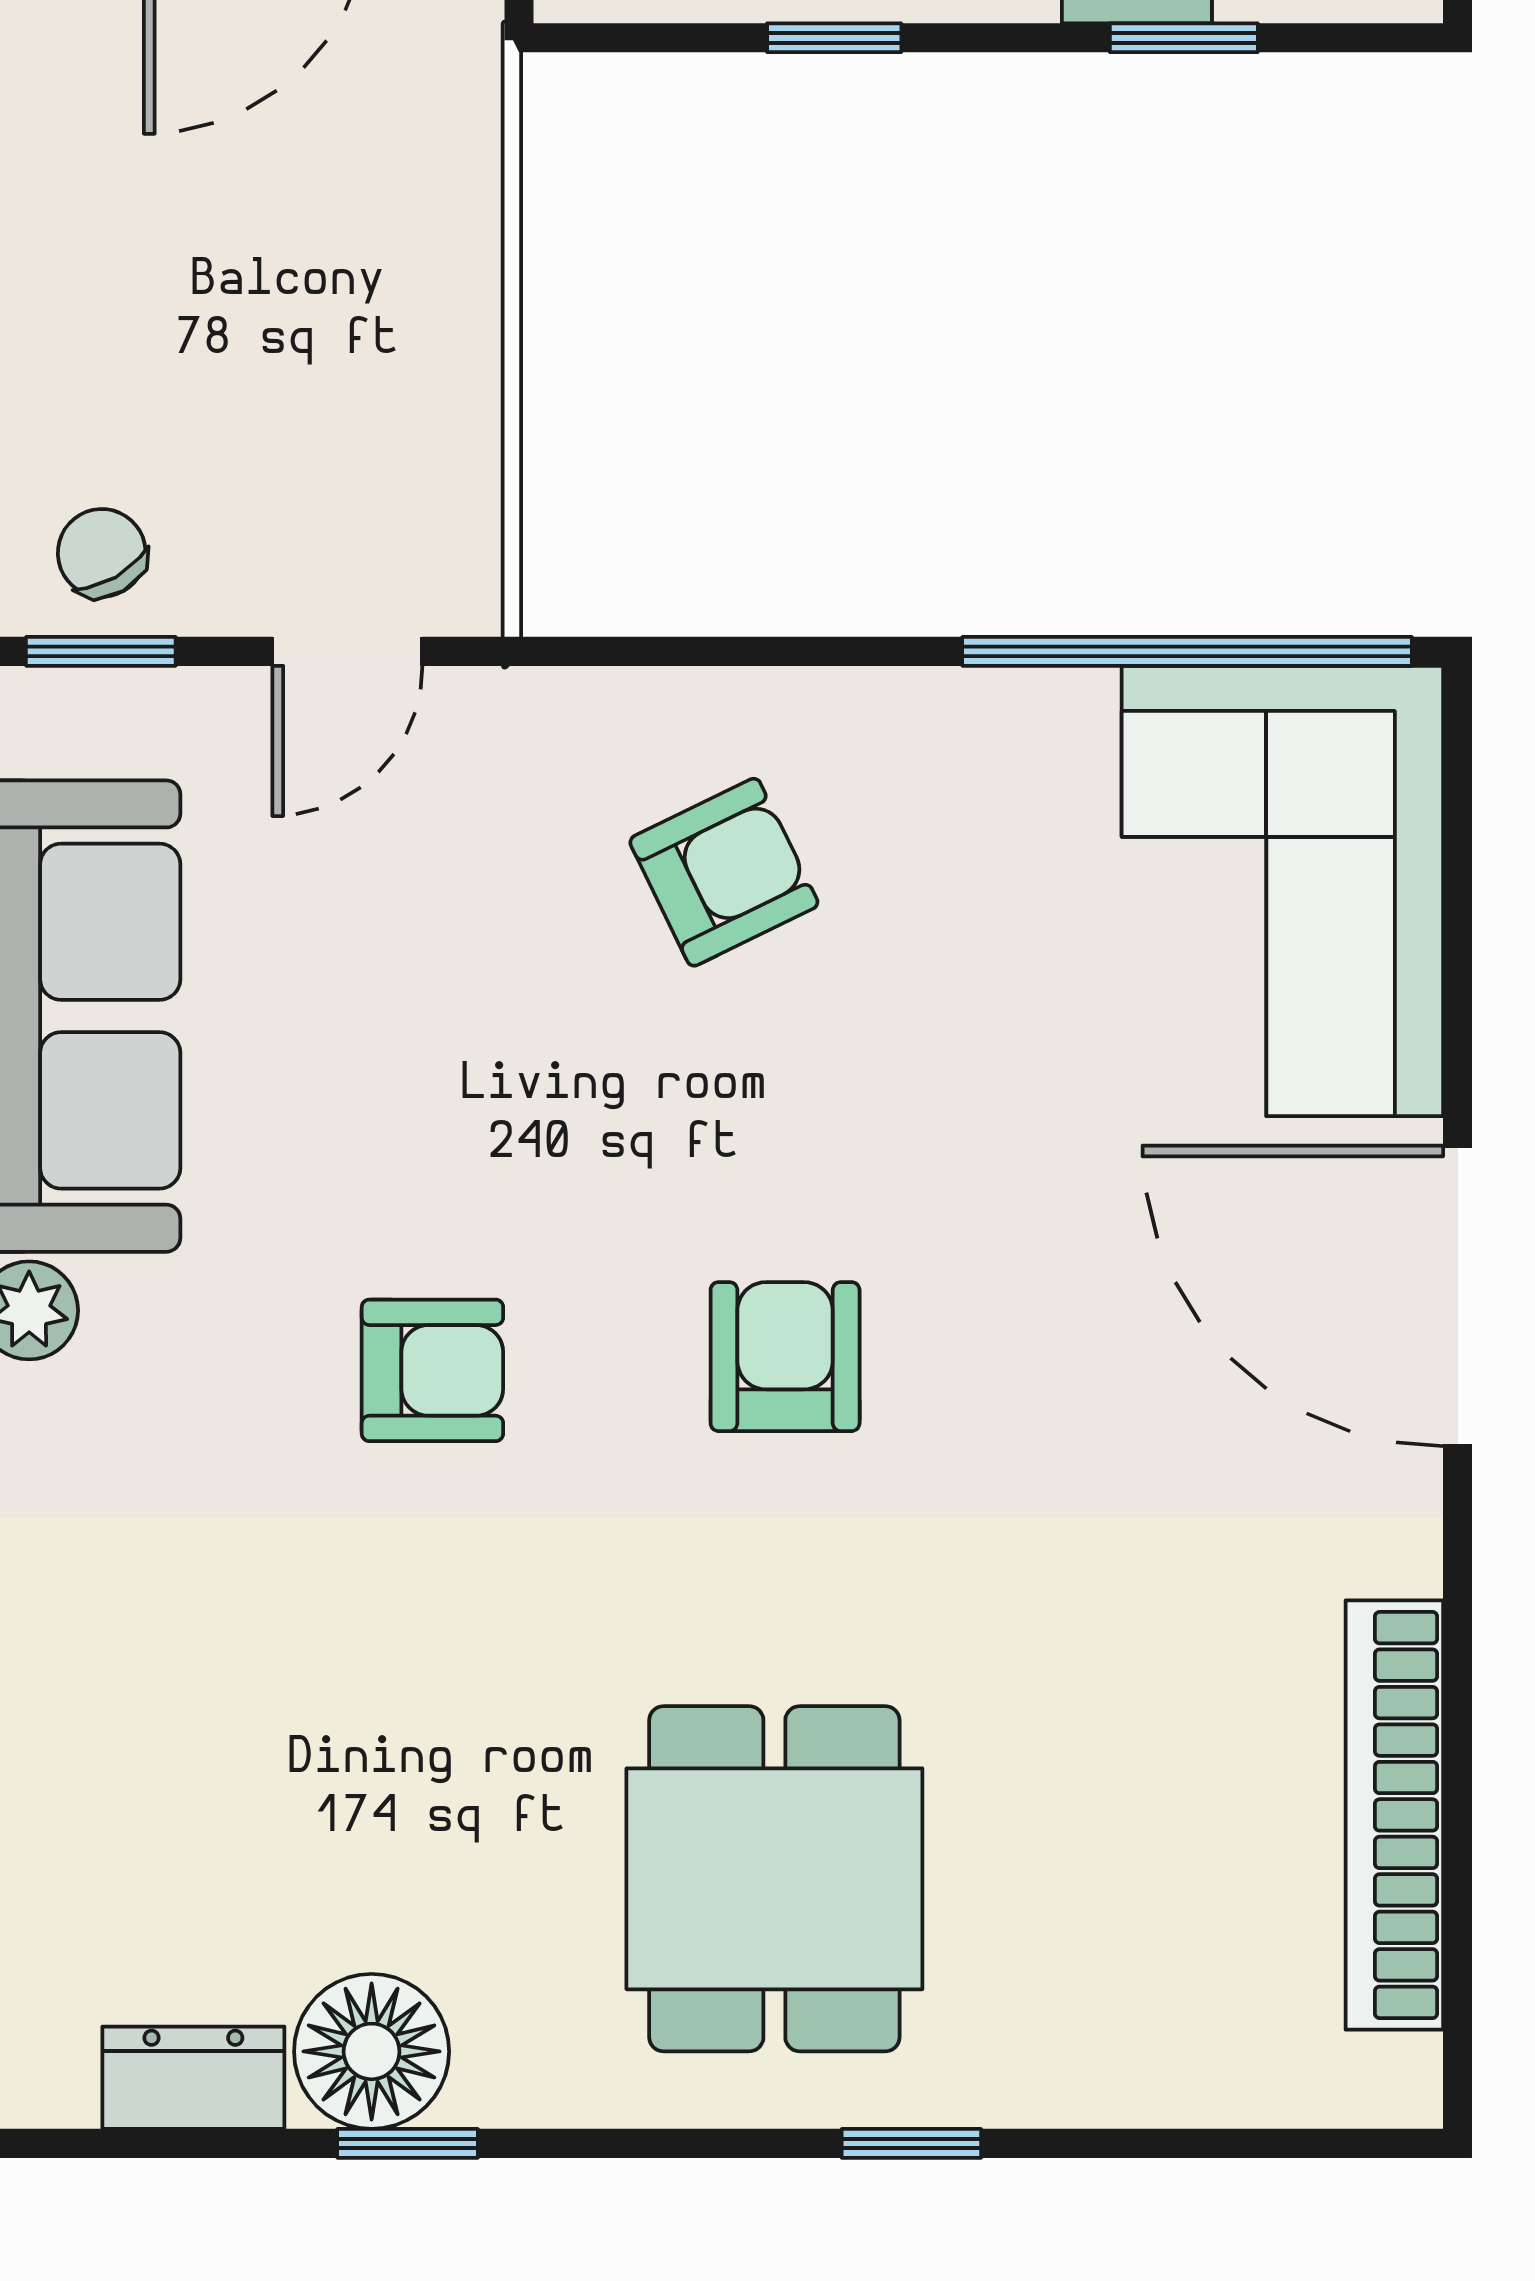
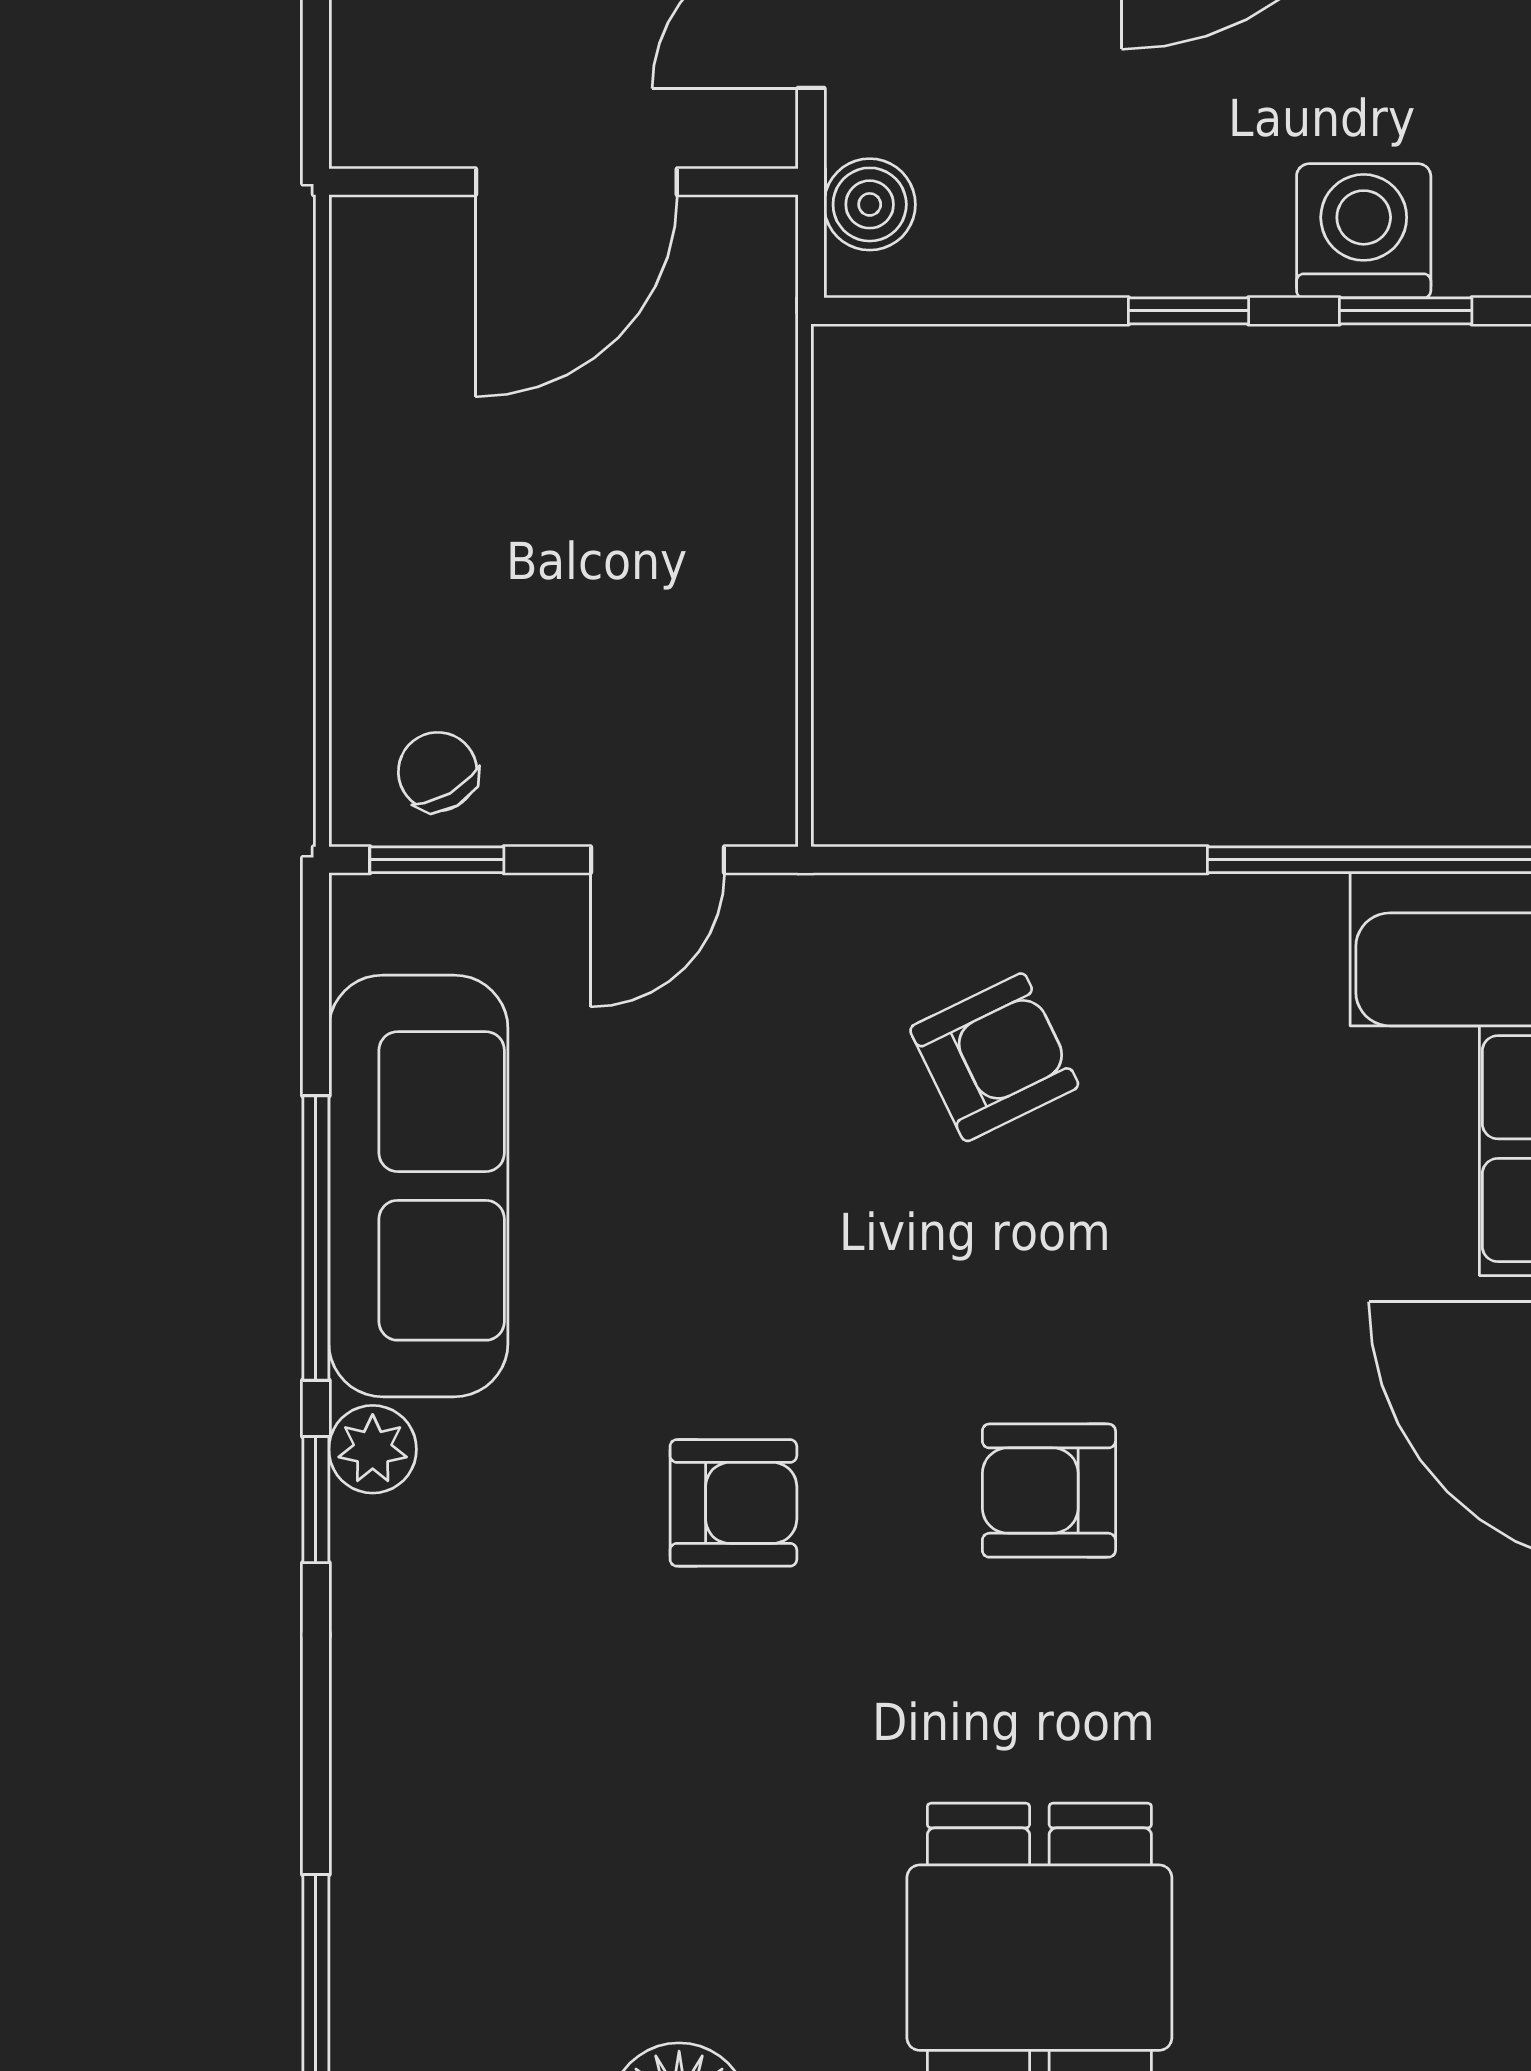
window: (834, 38) -> (1188, 311), moved
armchair: (785, 1357) -> (1049, 1491), turned -90

